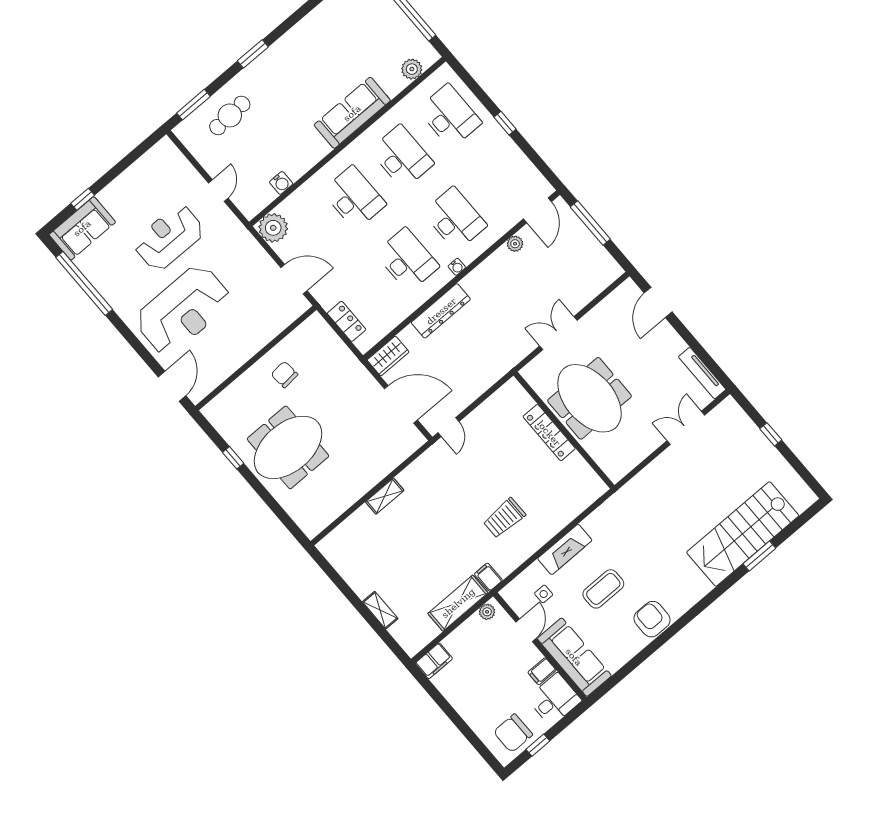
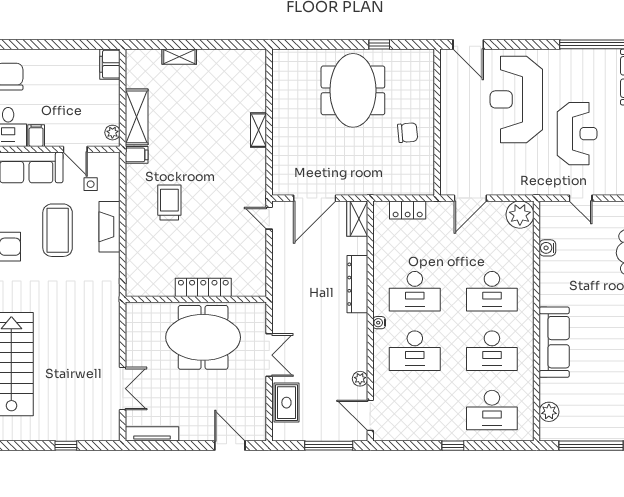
rug: (585, 286) -> (286, 403), added
coffee table: (603, 589) -> (58, 230), width x1.36, depth x1.32

